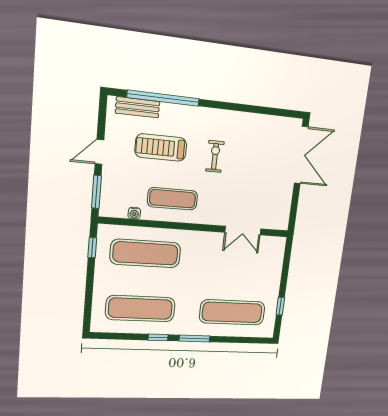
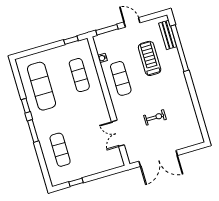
double door: (301, 155) -> (158, 158), moved
exercise bike: (215, 156) -> (155, 117), moved
exercise mat: (145, 253) -> (79, 75), width x0.73, depth x0.69
exercise mat: (232, 312) -> (60, 150), width x0.73, depth x0.69

